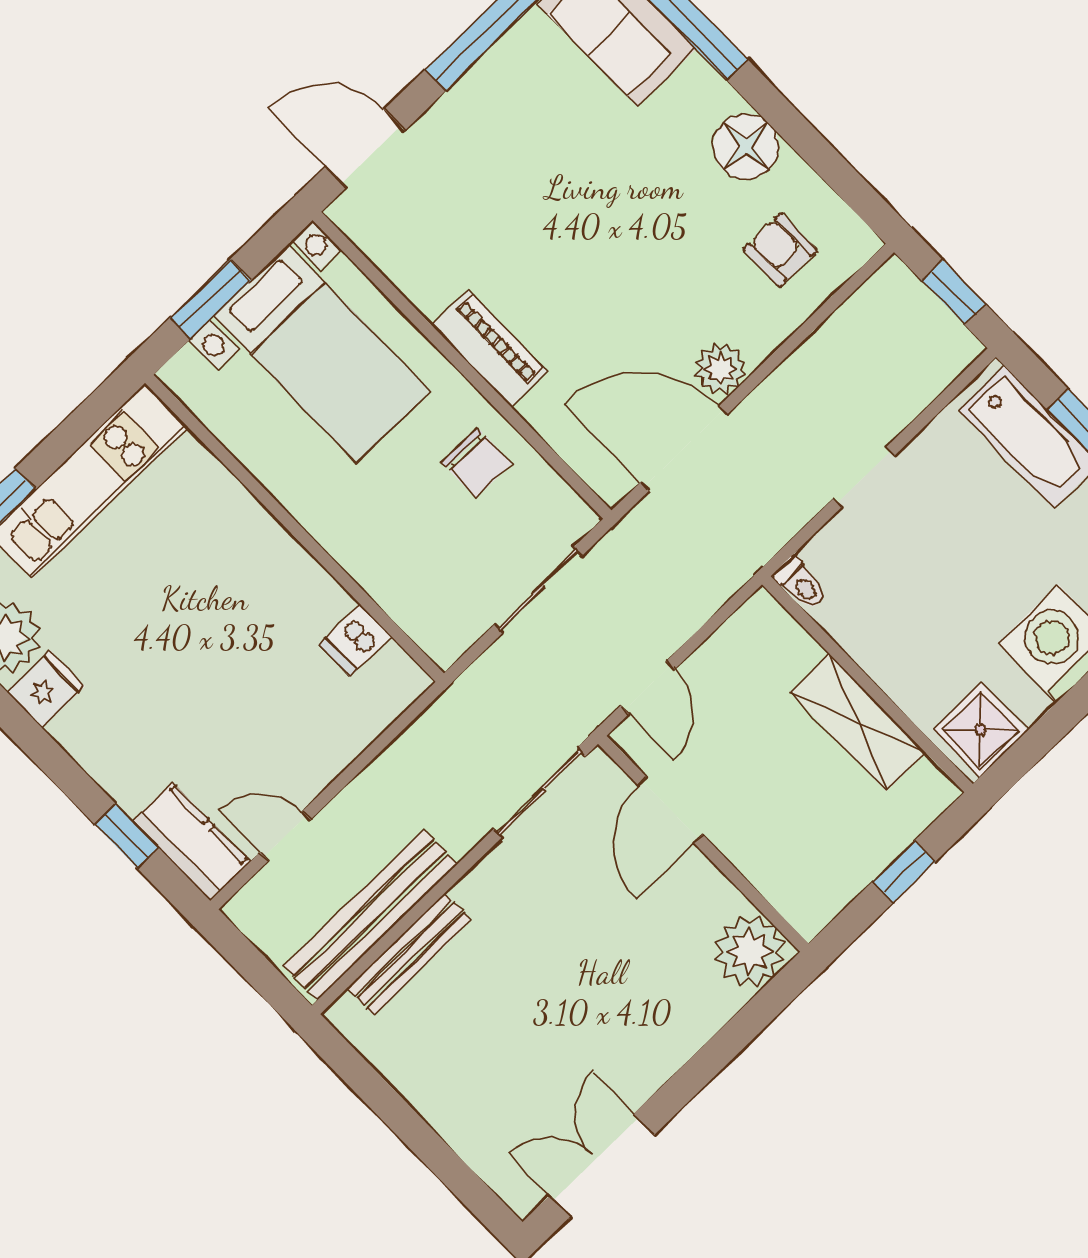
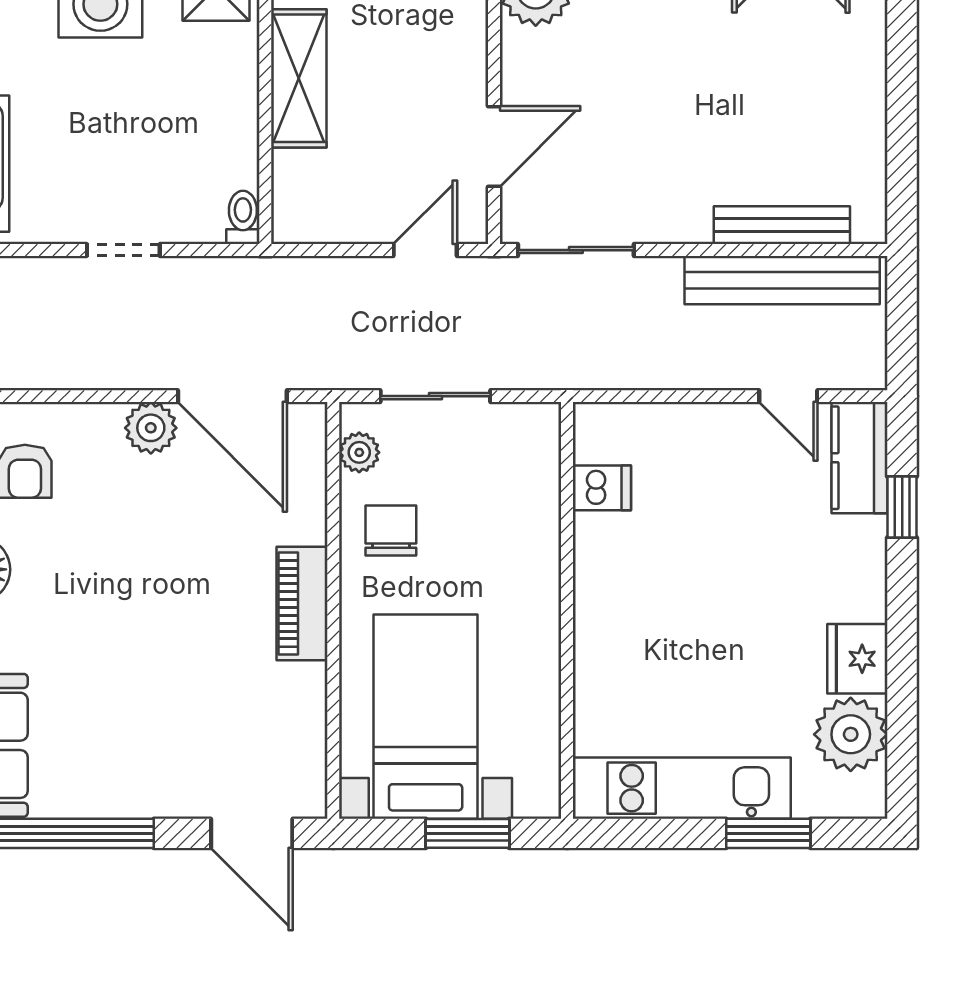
plant: (554, 497) -> (359, 452), added
fridge: (46, 689) -> (857, 659), width x1.38

